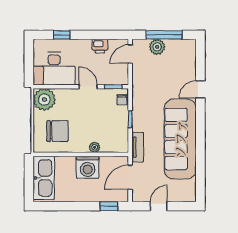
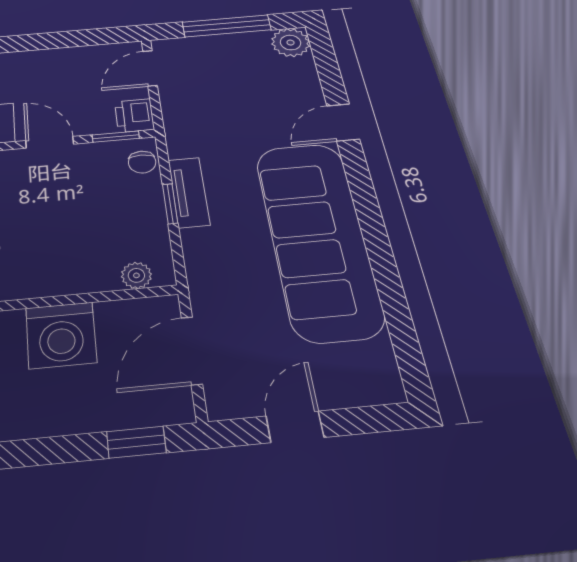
printer: (100, 46) -> (134, 115), moved, turned 90
plant: (157, 47) -> (291, 43), moved
plant: (95, 147) -> (136, 275), moved
tv unit: (138, 147) -> (189, 192), moved

